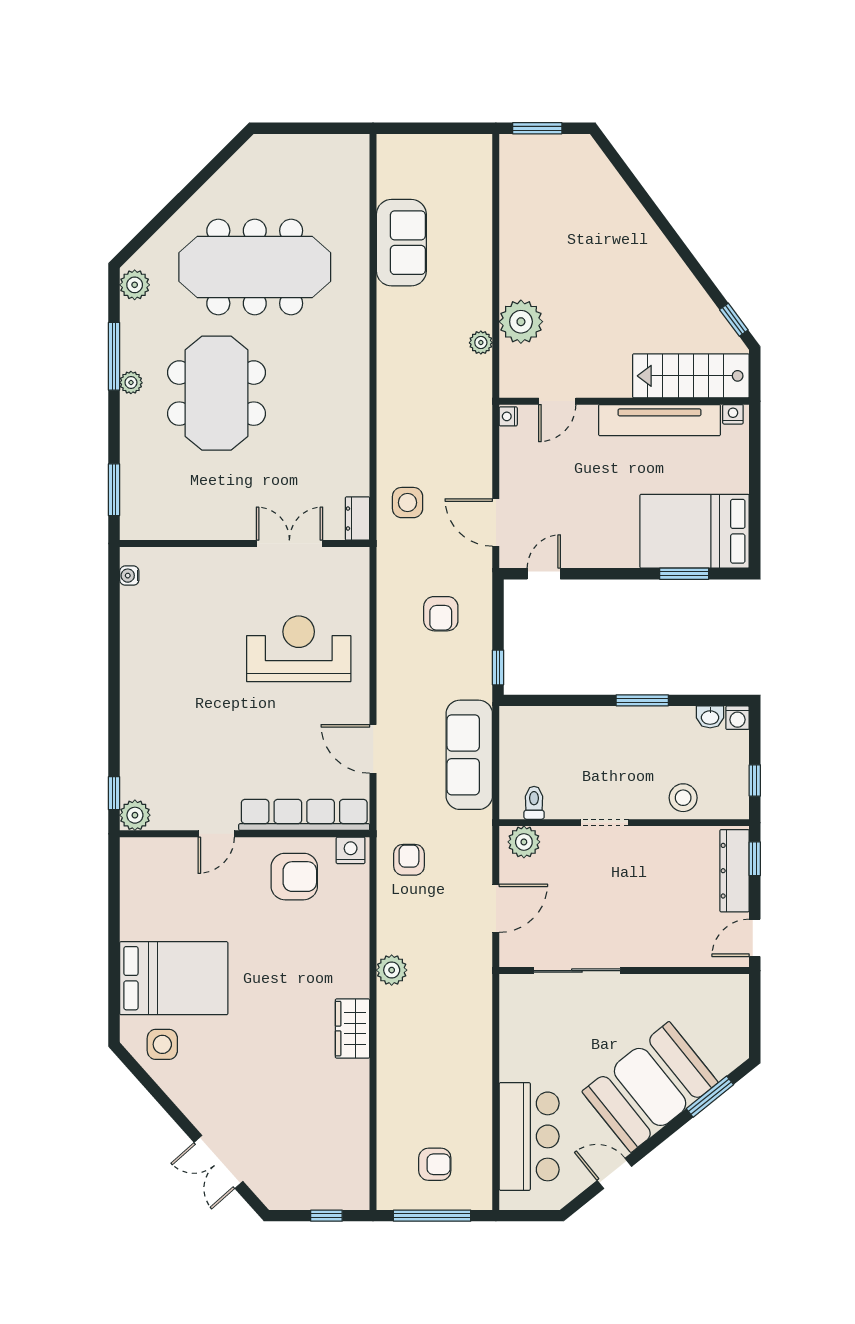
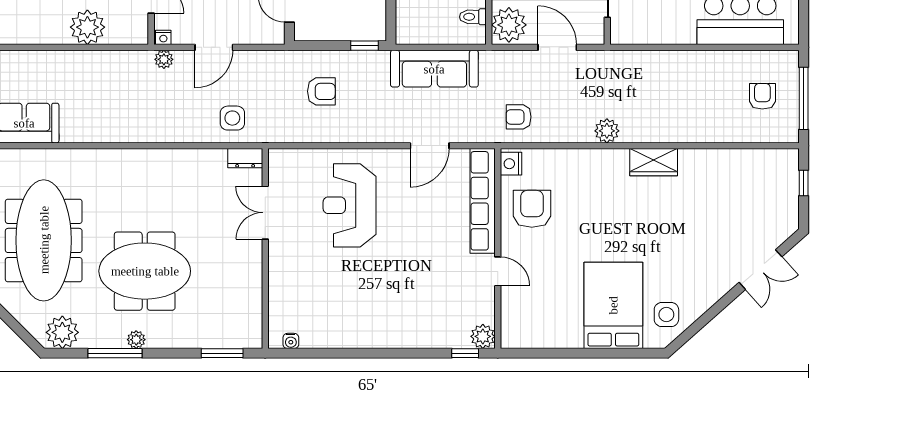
plant: (135, 285) -> (62, 332), width x1.36, depth x1.36
plant: (481, 343) -> (164, 59), moved
door: (496, 522) -> (214, 47), moved
plant: (524, 842) -> (509, 25), width x1.36, depth x1.36

